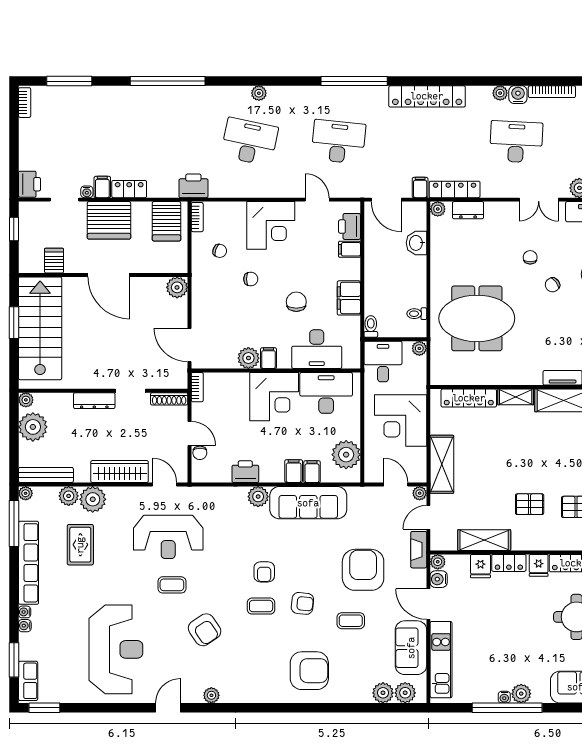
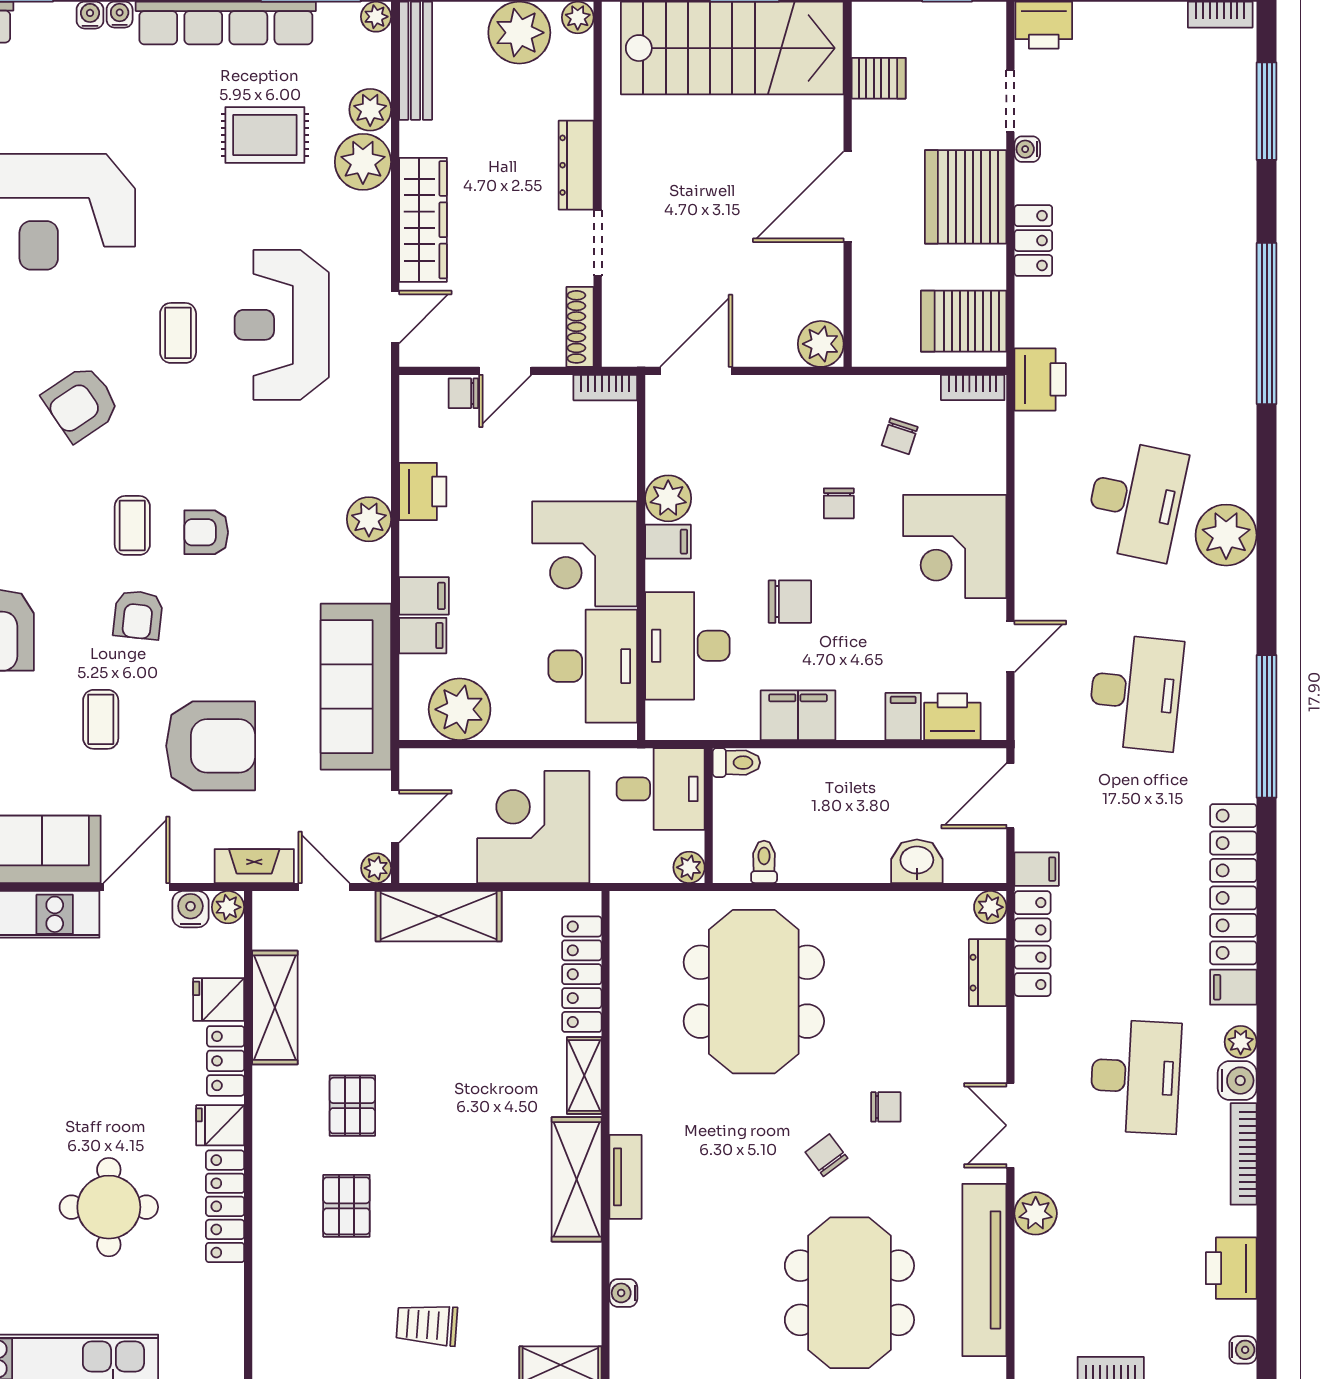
plant: (259, 93) -> (1226, 535), width x1.88, depth x1.88
filing cabinet: (102, 187) -> (1233, 987), moved, turned 180
sofa: (308, 503) -> (356, 687), moved

